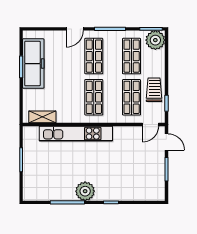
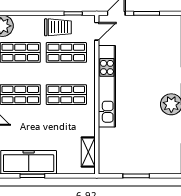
trolley: (154, 90) -> (58, 27), turned 180
door: (150, 124) -> (97, 31), hinge flipped
kitchen unit: (76, 134) -> (107, 86), moved

